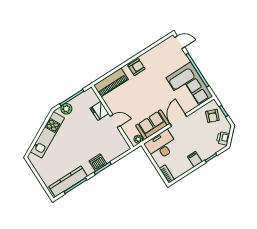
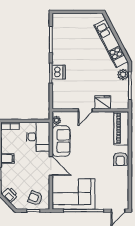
kitchen counter: (68, 181) -> (59, 36), removed

